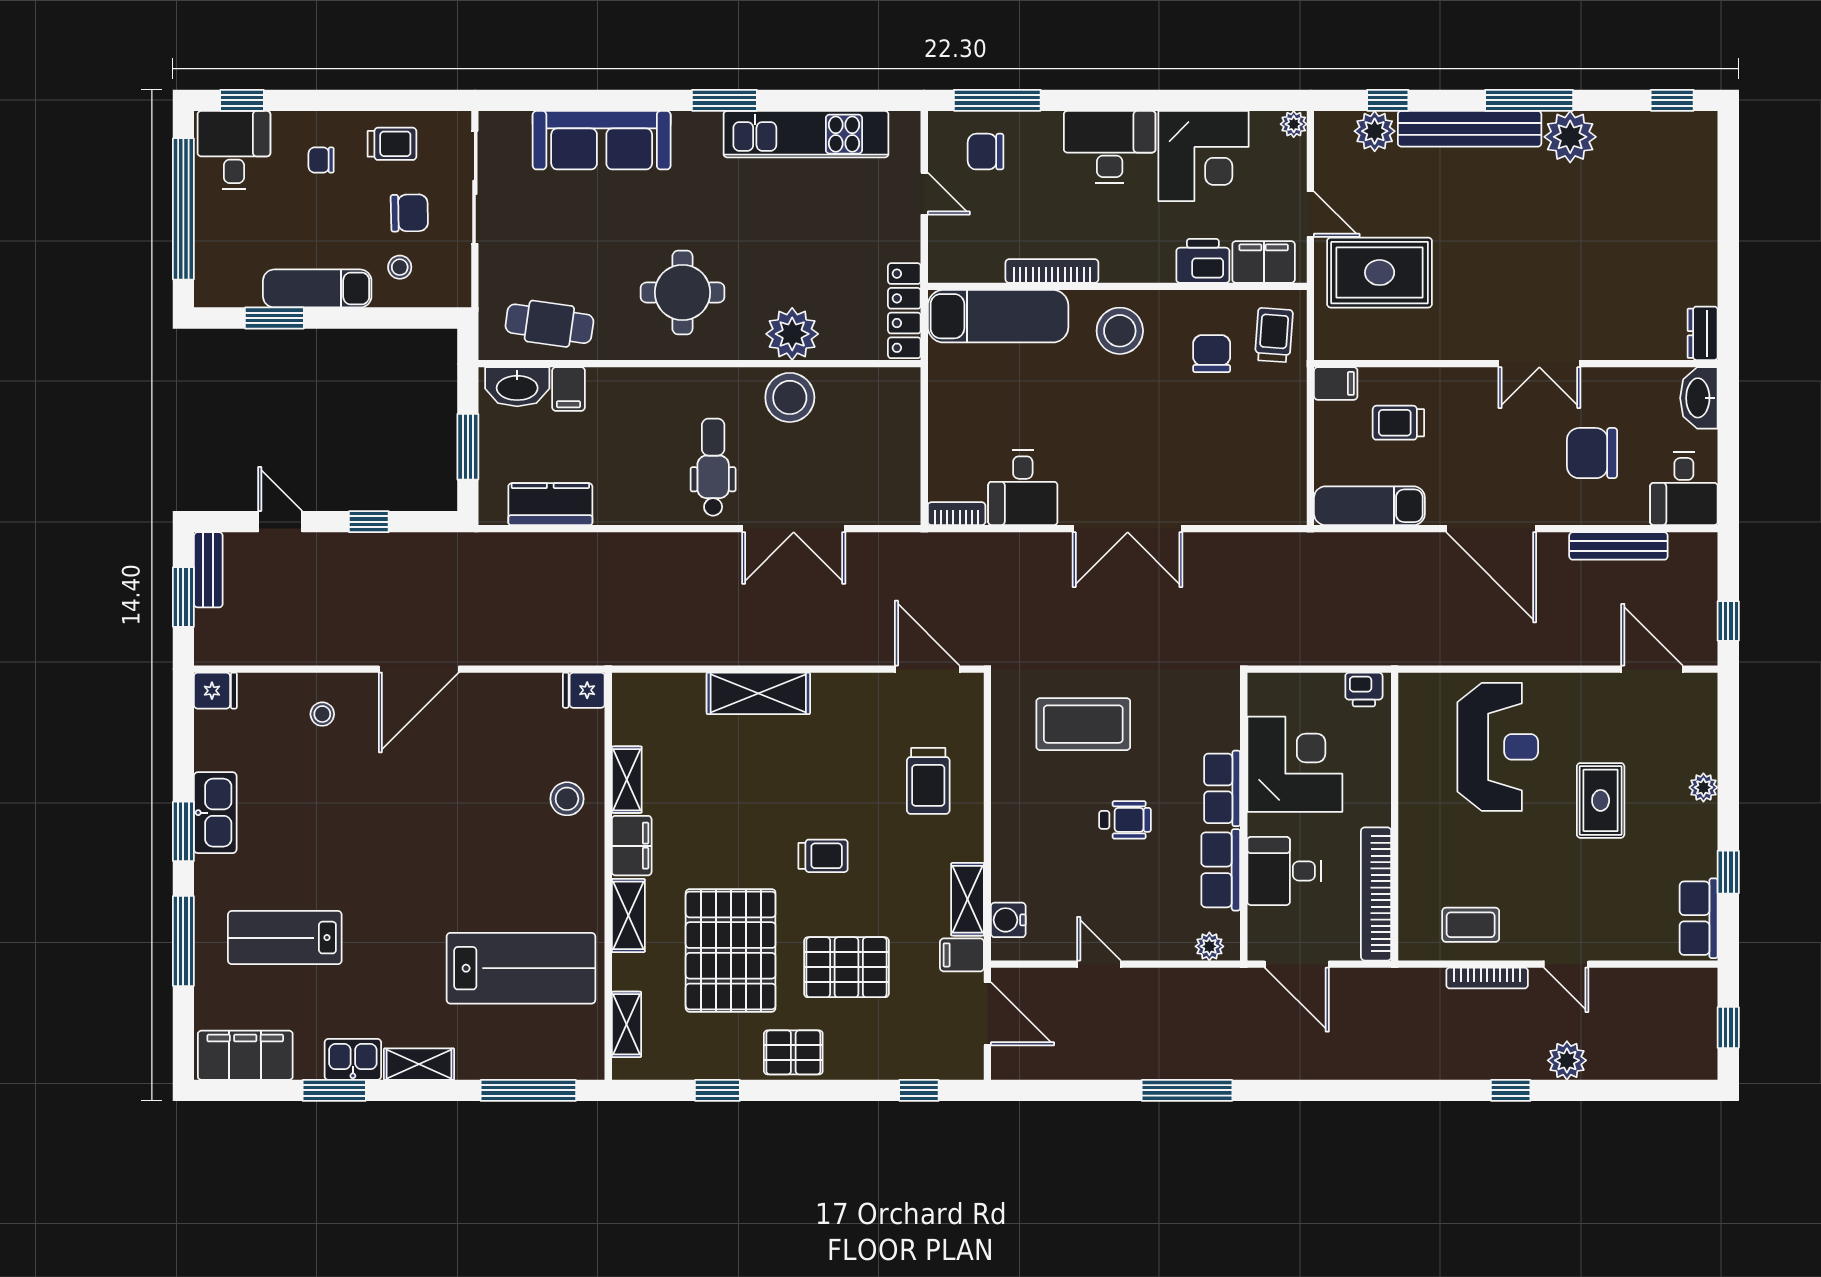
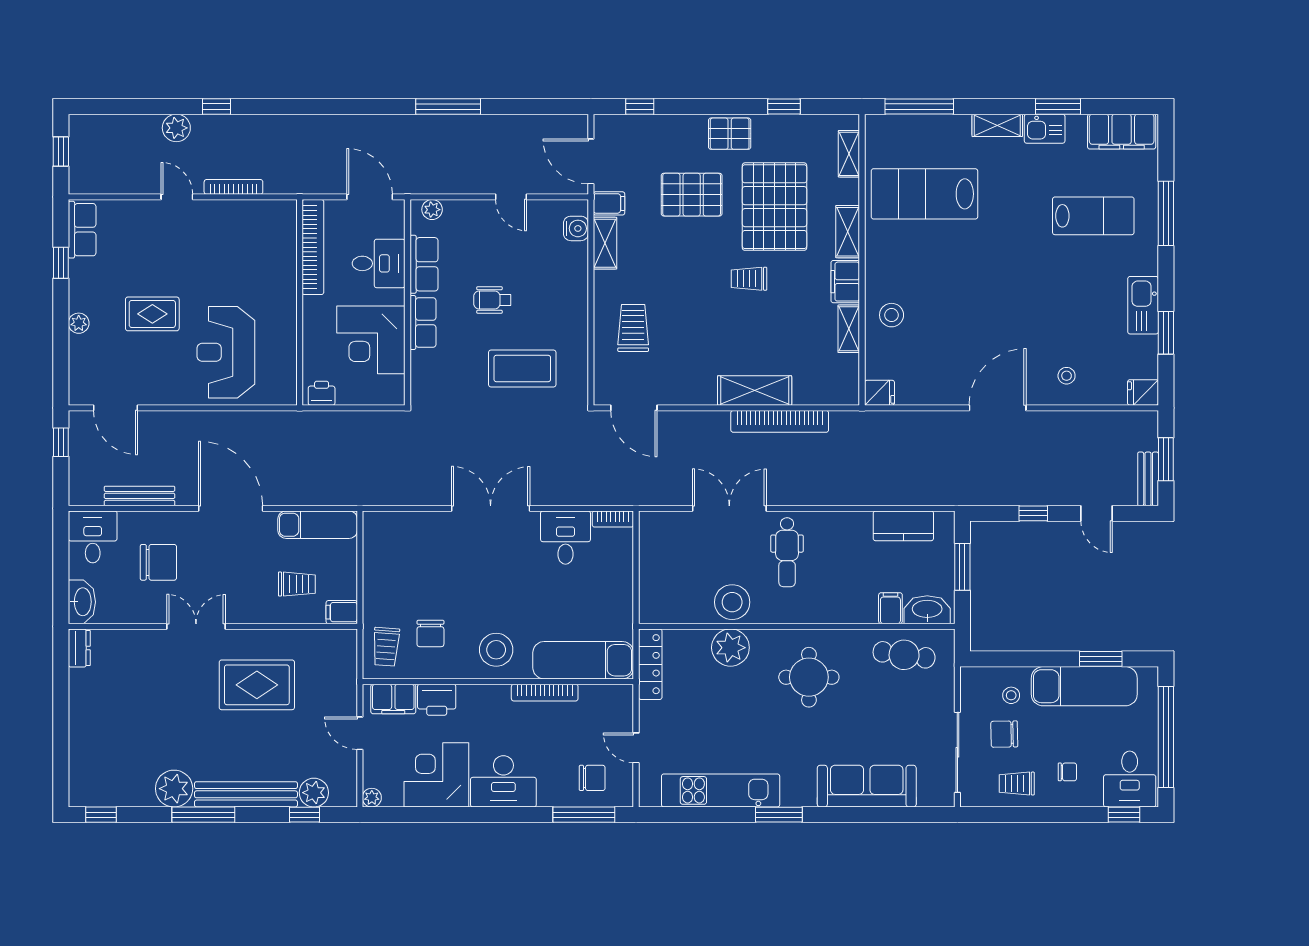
rug: (1380, 273) -> (257, 685), moved
exam couch: (317, 288) -> (1084, 686), width x1.36, depth x1.45
bookcase: (723, 650) -> (780, 421), added
rug: (1601, 800) -> (152, 314), turned 90
window: (183, 831) -> (1166, 333), moved
trolley: (823, 856) -> (749, 279), moved
coffee table: (1471, 925) -> (245, 225), removed

